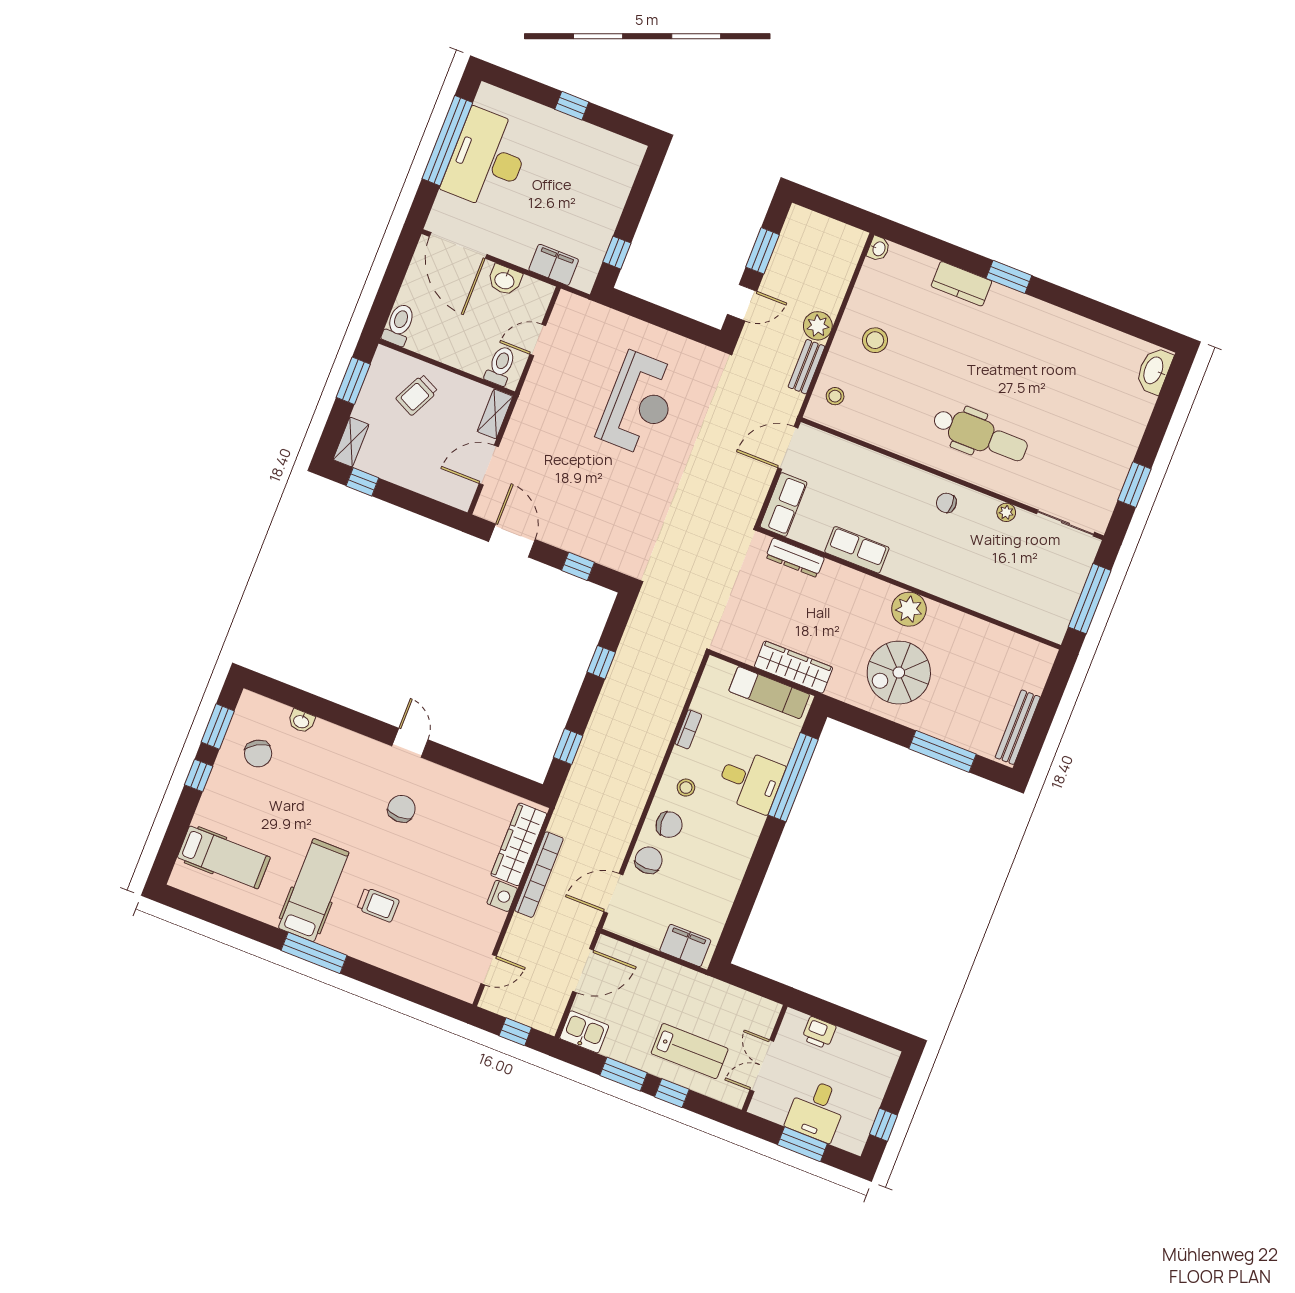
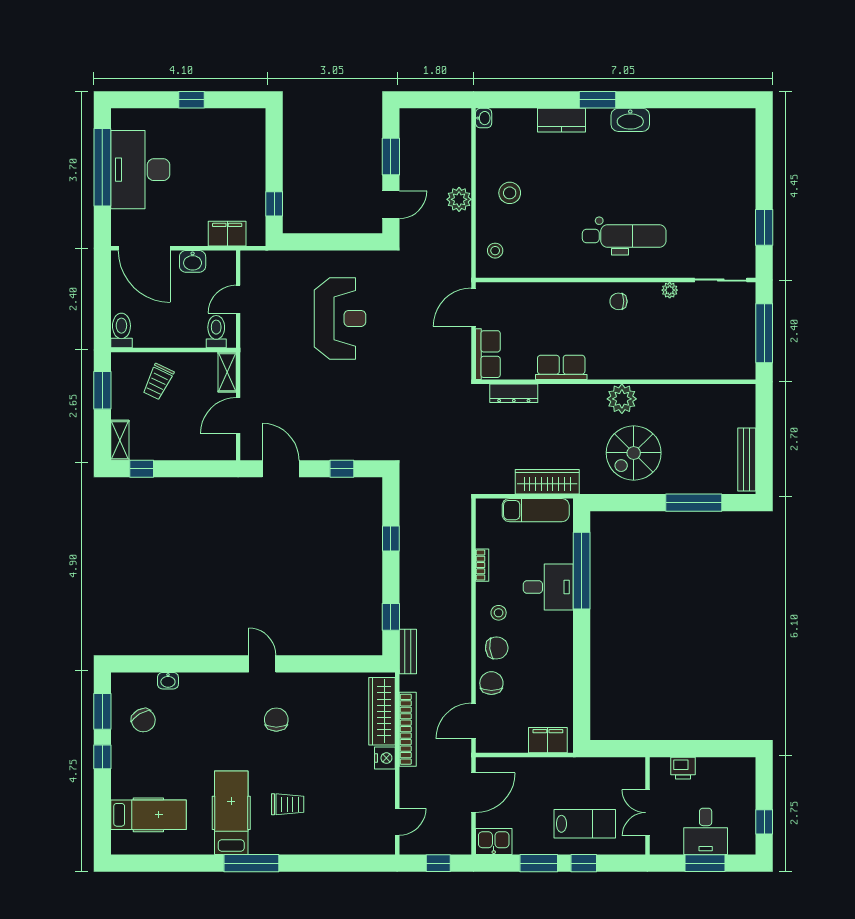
bench: (806, 367) -> (408, 651), moved
washbasin: (1154, 371) -> (630, 120), moved, turned -90

